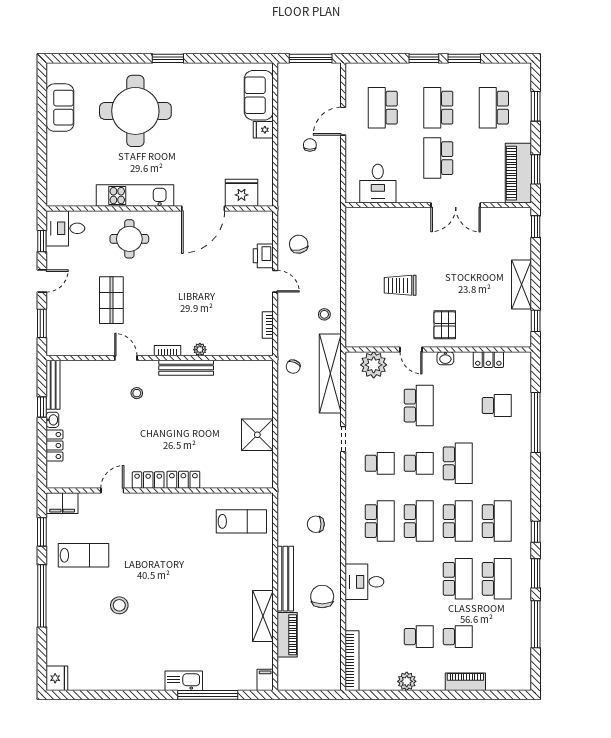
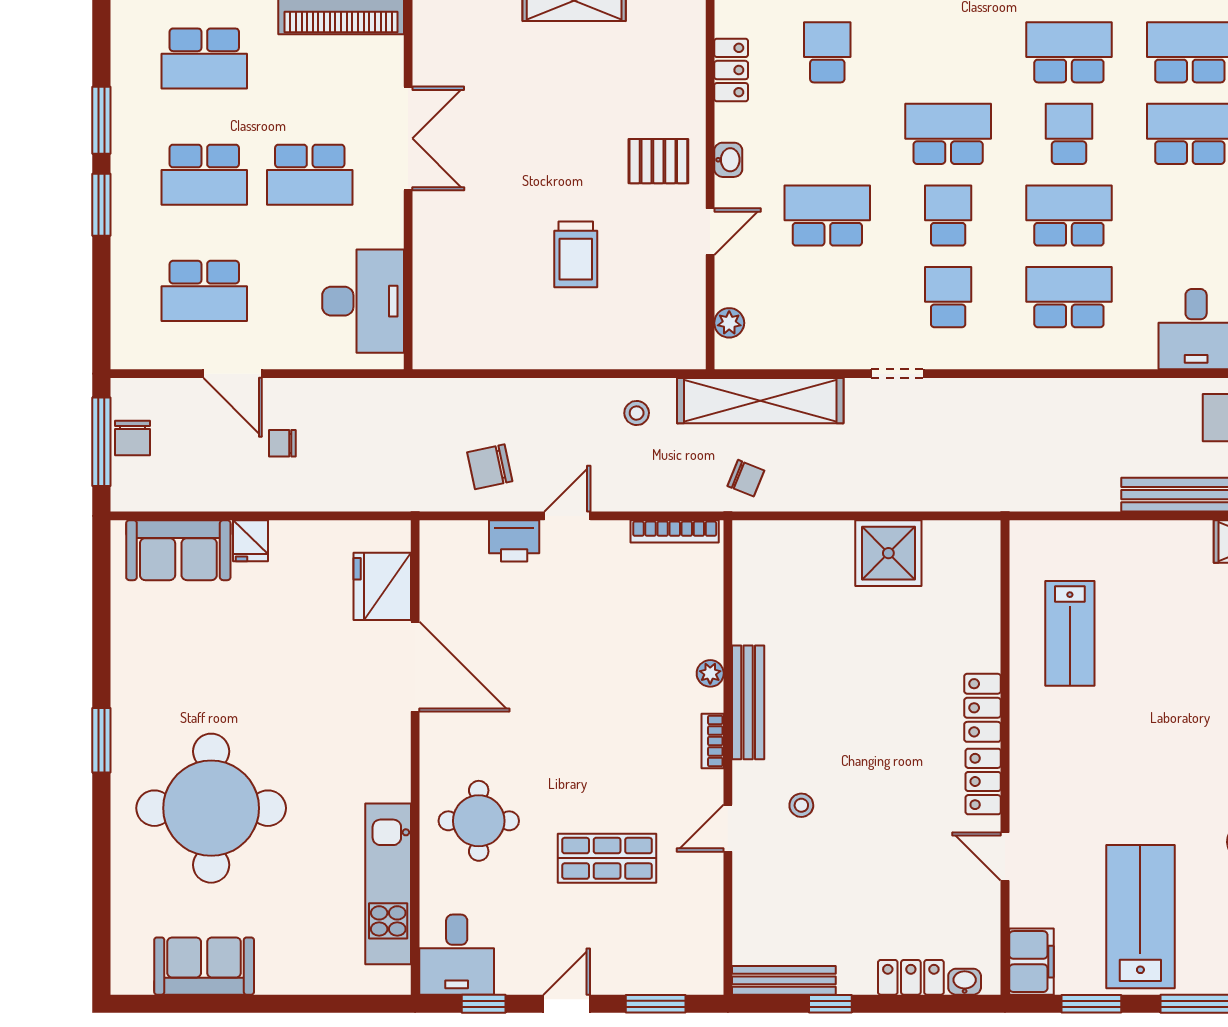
desk: (378, 184) -> (363, 301), width x1.37
kitchen unit: (135, 196) -> (388, 884), moved
door: (42, 281) -> (567, 1004), hinge flipped
bookcase: (268, 325) -> (675, 531), width x1.56
plant: (374, 365) -> (729, 323), width x0.53, depth x0.53
washbasin: (52, 420) -> (965, 982), moved
lab bench: (241, 521) -> (1070, 633), moved, turned 180
school desk: (458, 521) -> (1069, 134), width x0.54
chair: (316, 524) -> (133, 438), moved
lab bench: (84, 555) -> (1140, 917), width x1.36, depth x1.39

